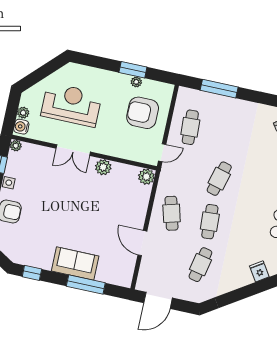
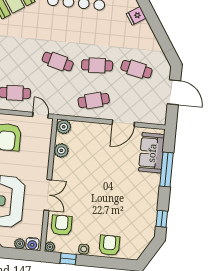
armchair: (38, 161) -> (62, 225), added
plant: (103, 167) -> (61, 150), moved
sofa: (75, 264) -> (152, 153), moved
door: (158, 300) -> (174, 92), moved

